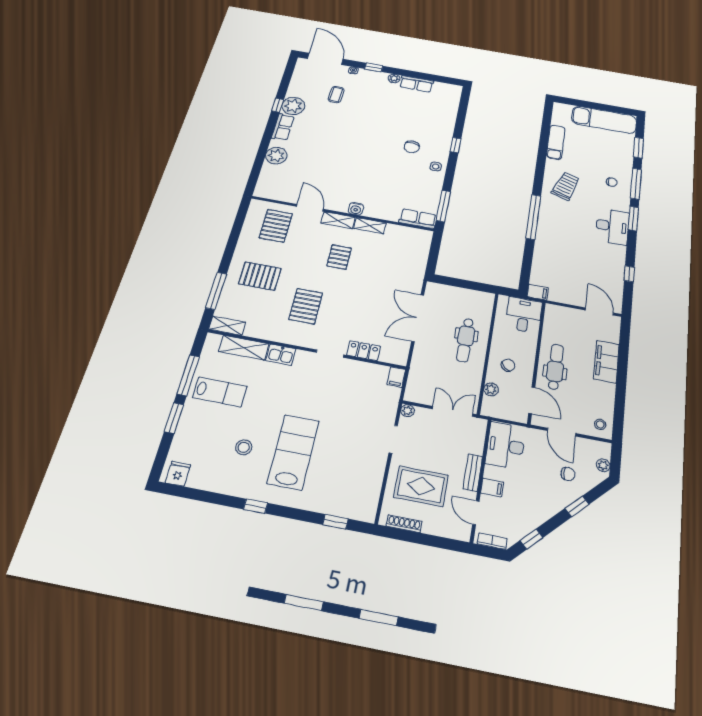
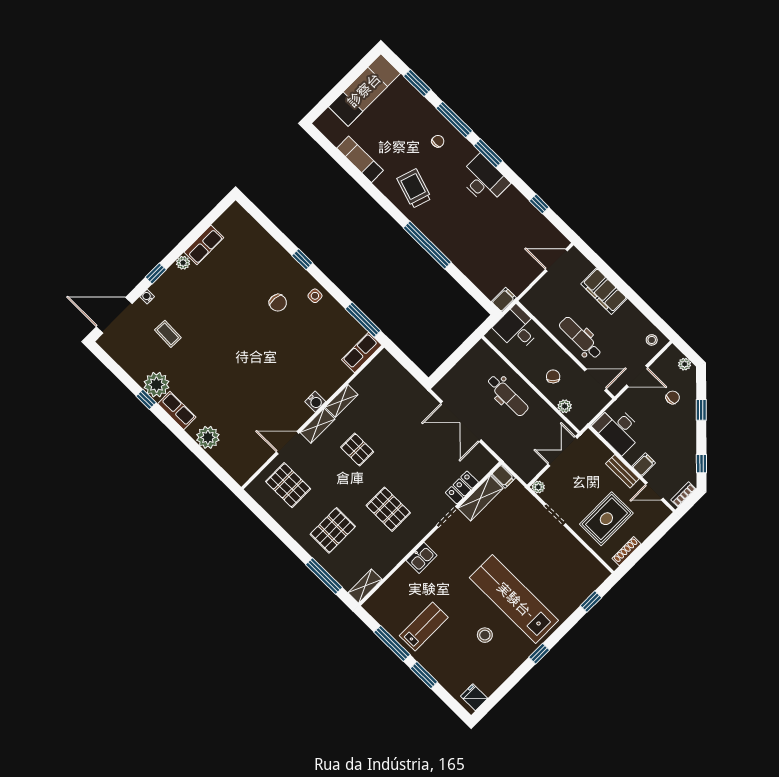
shelving: (244, 348) -> (480, 498), moved
lab bench: (293, 452) -> (514, 599), width x1.36

